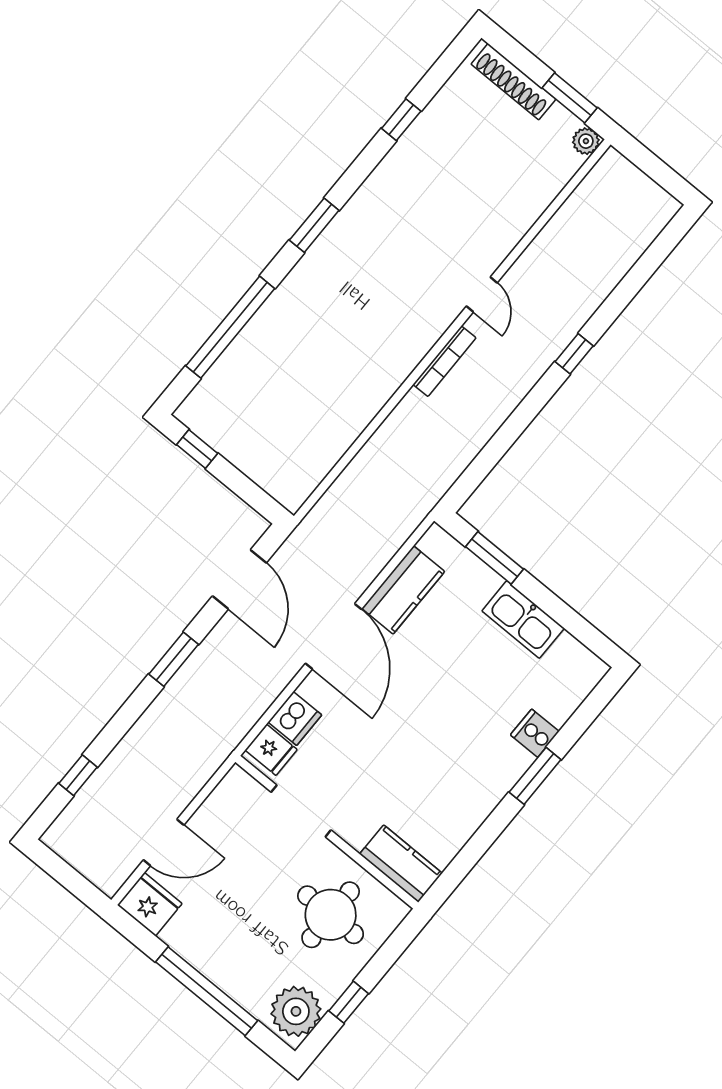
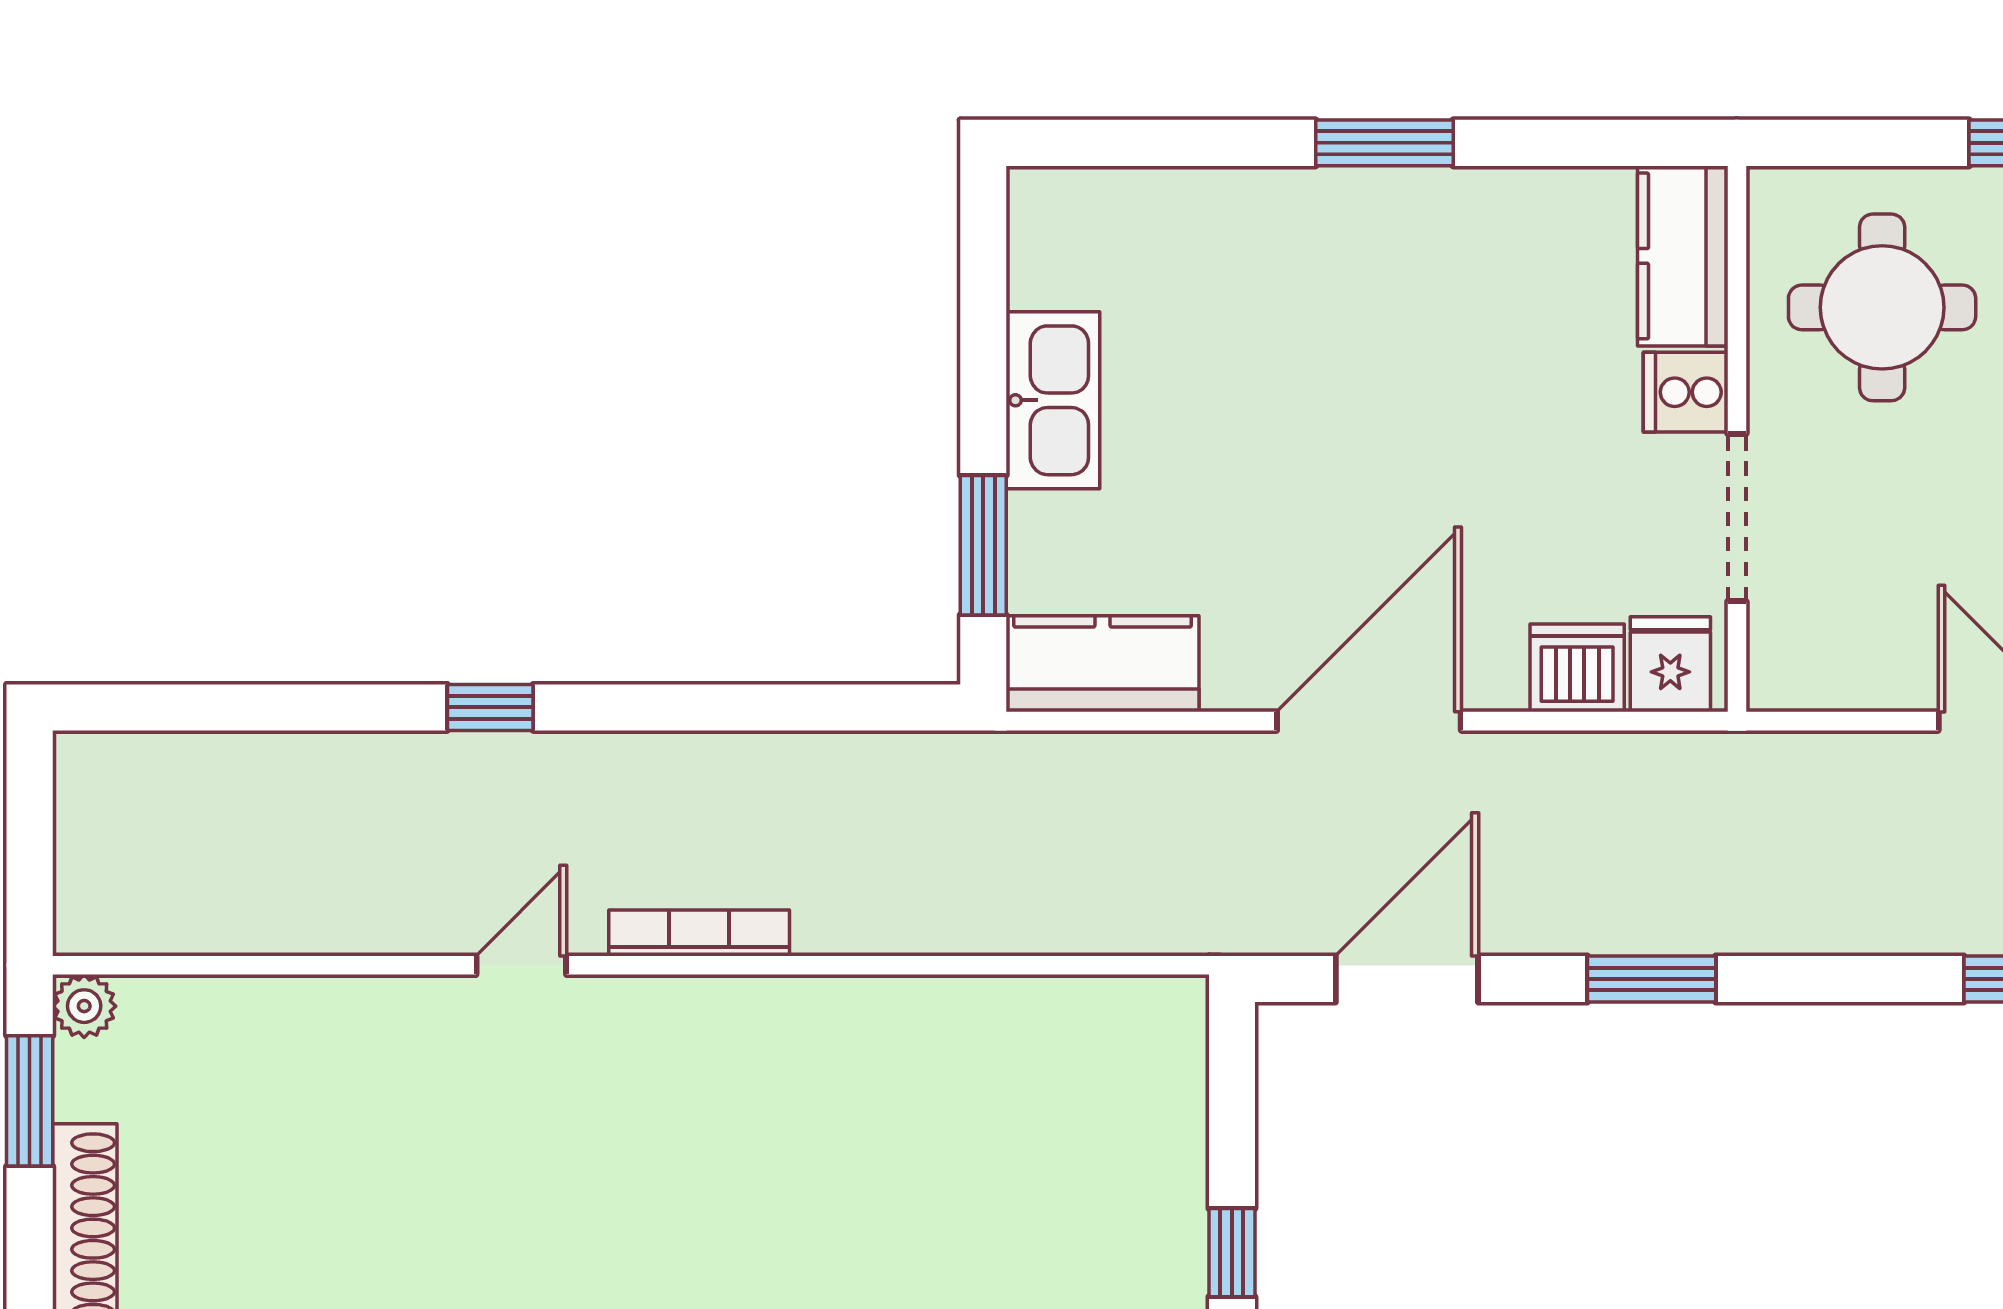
kitchen counter: (403, 590) -> (1102, 664), moved
cooker: (535, 733) -> (1686, 392), moved, turned 90
window: (535, 776) -> (1384, 143), moved

